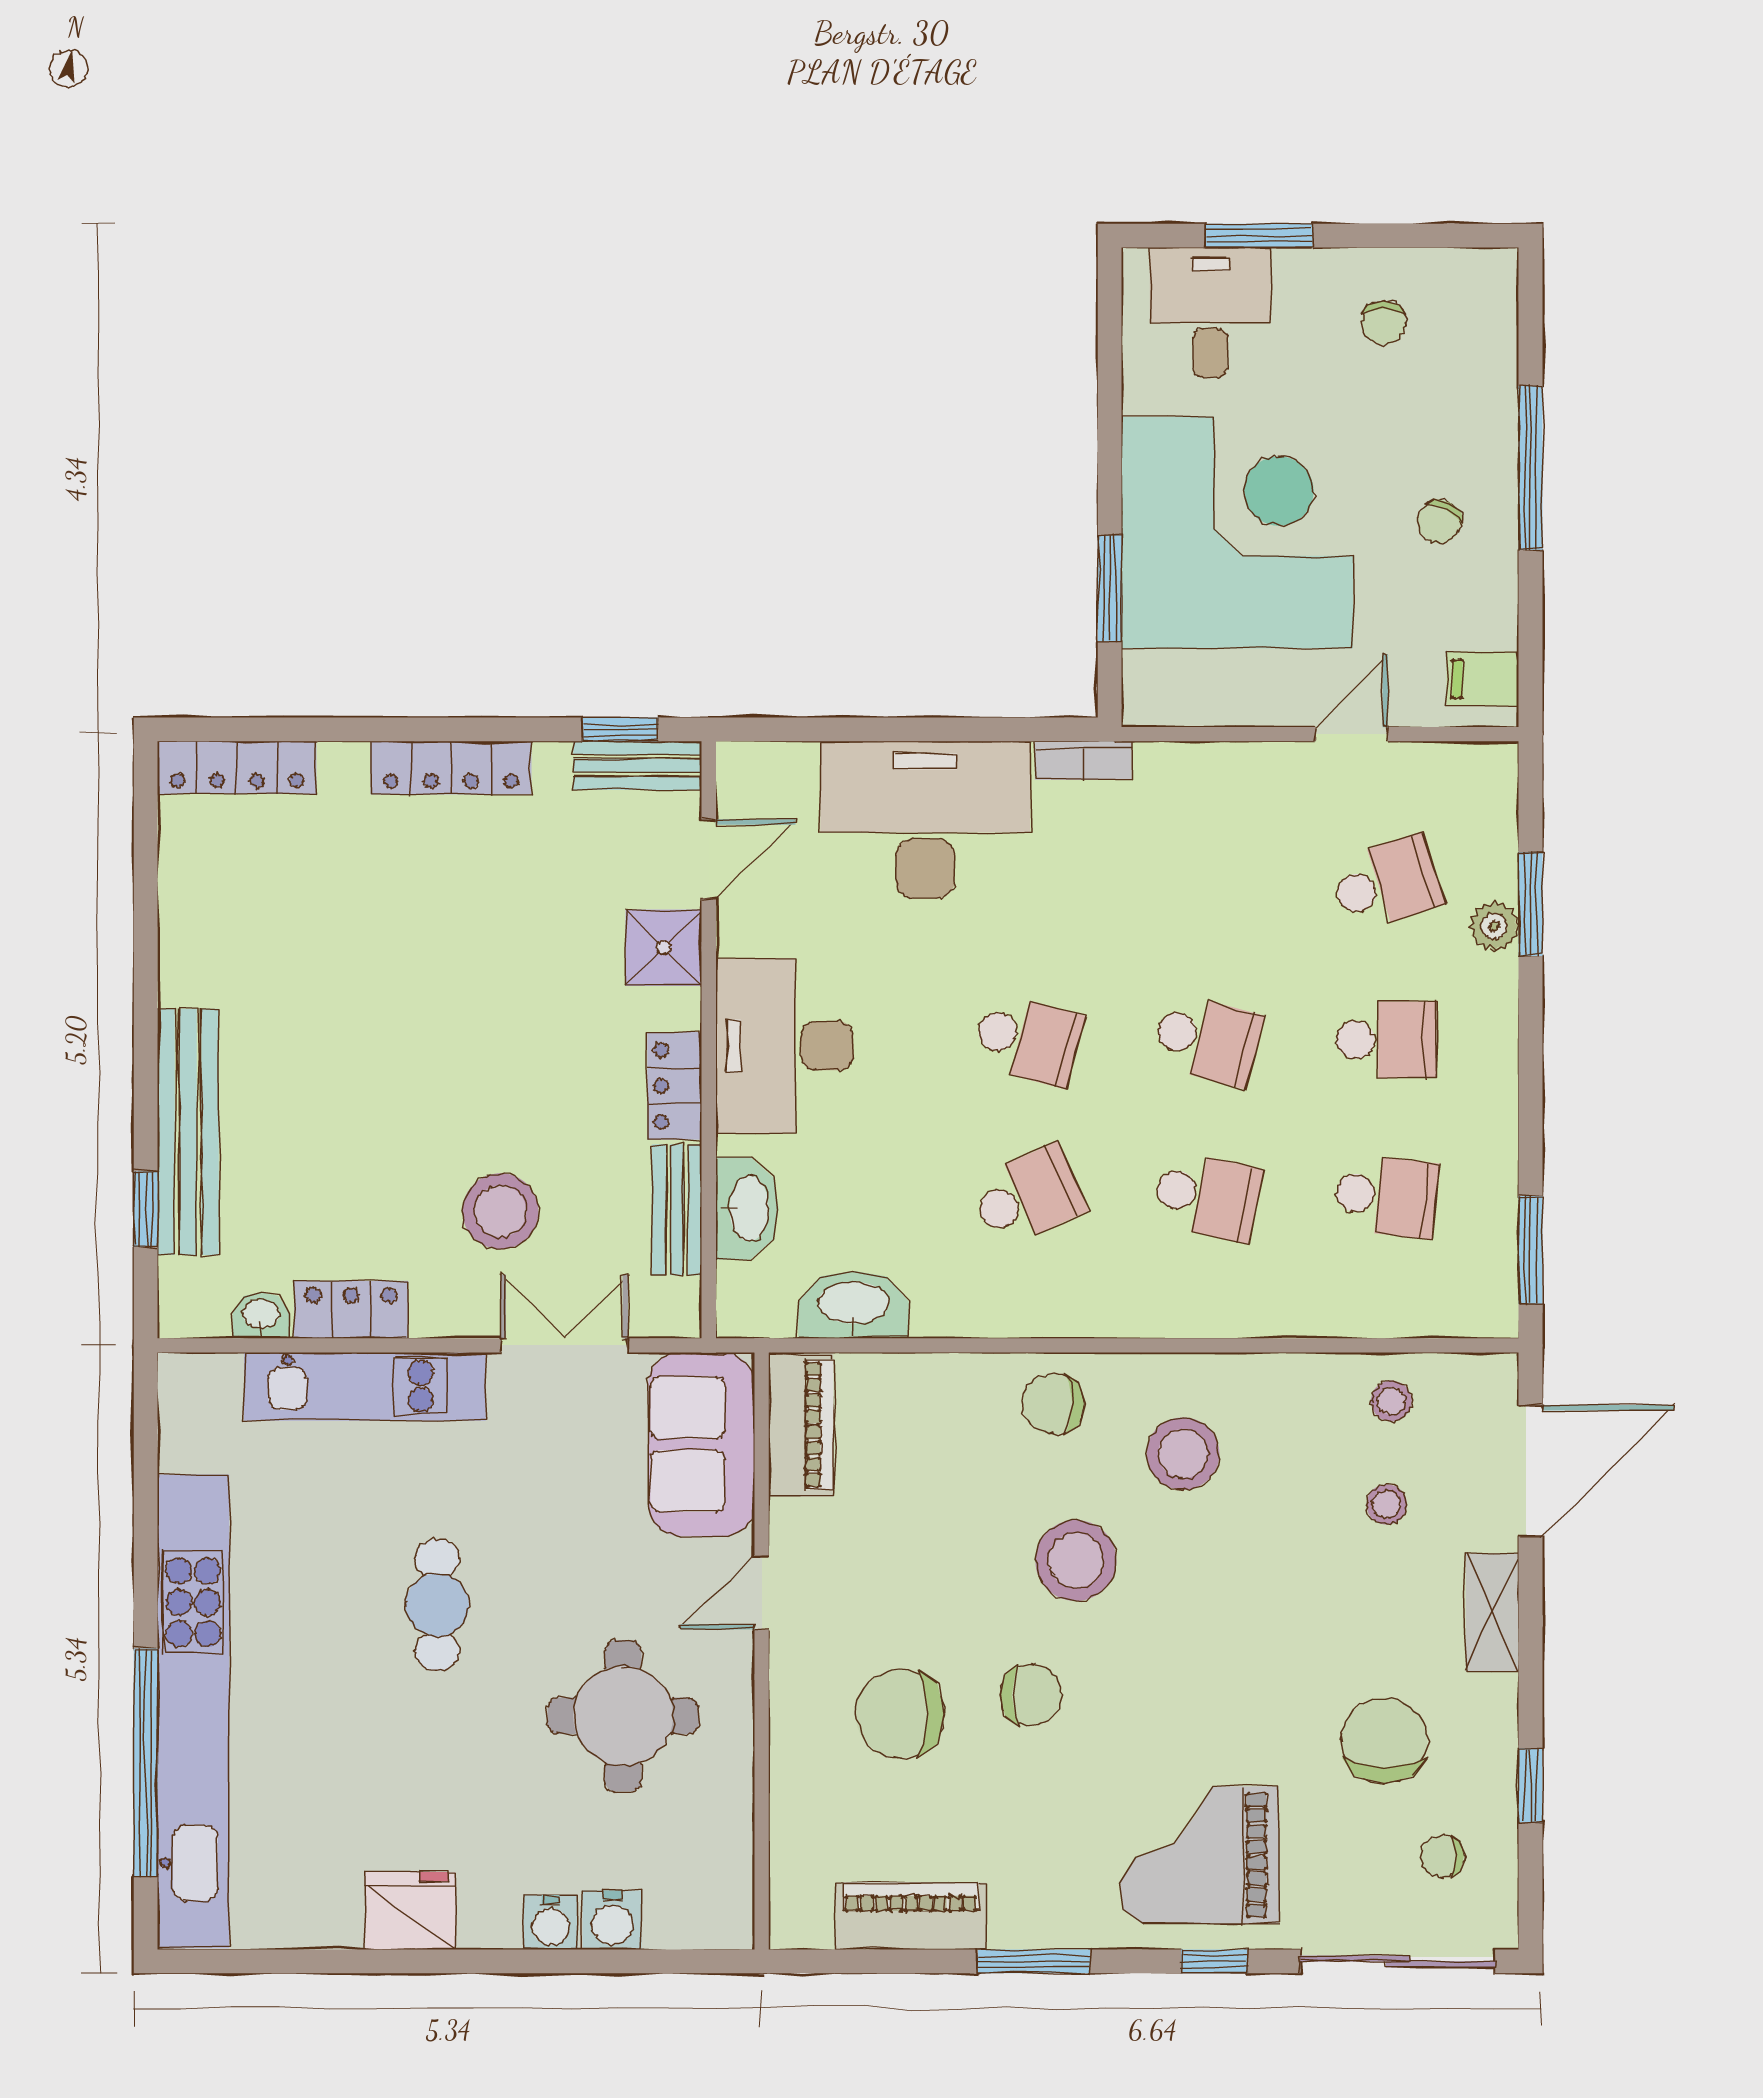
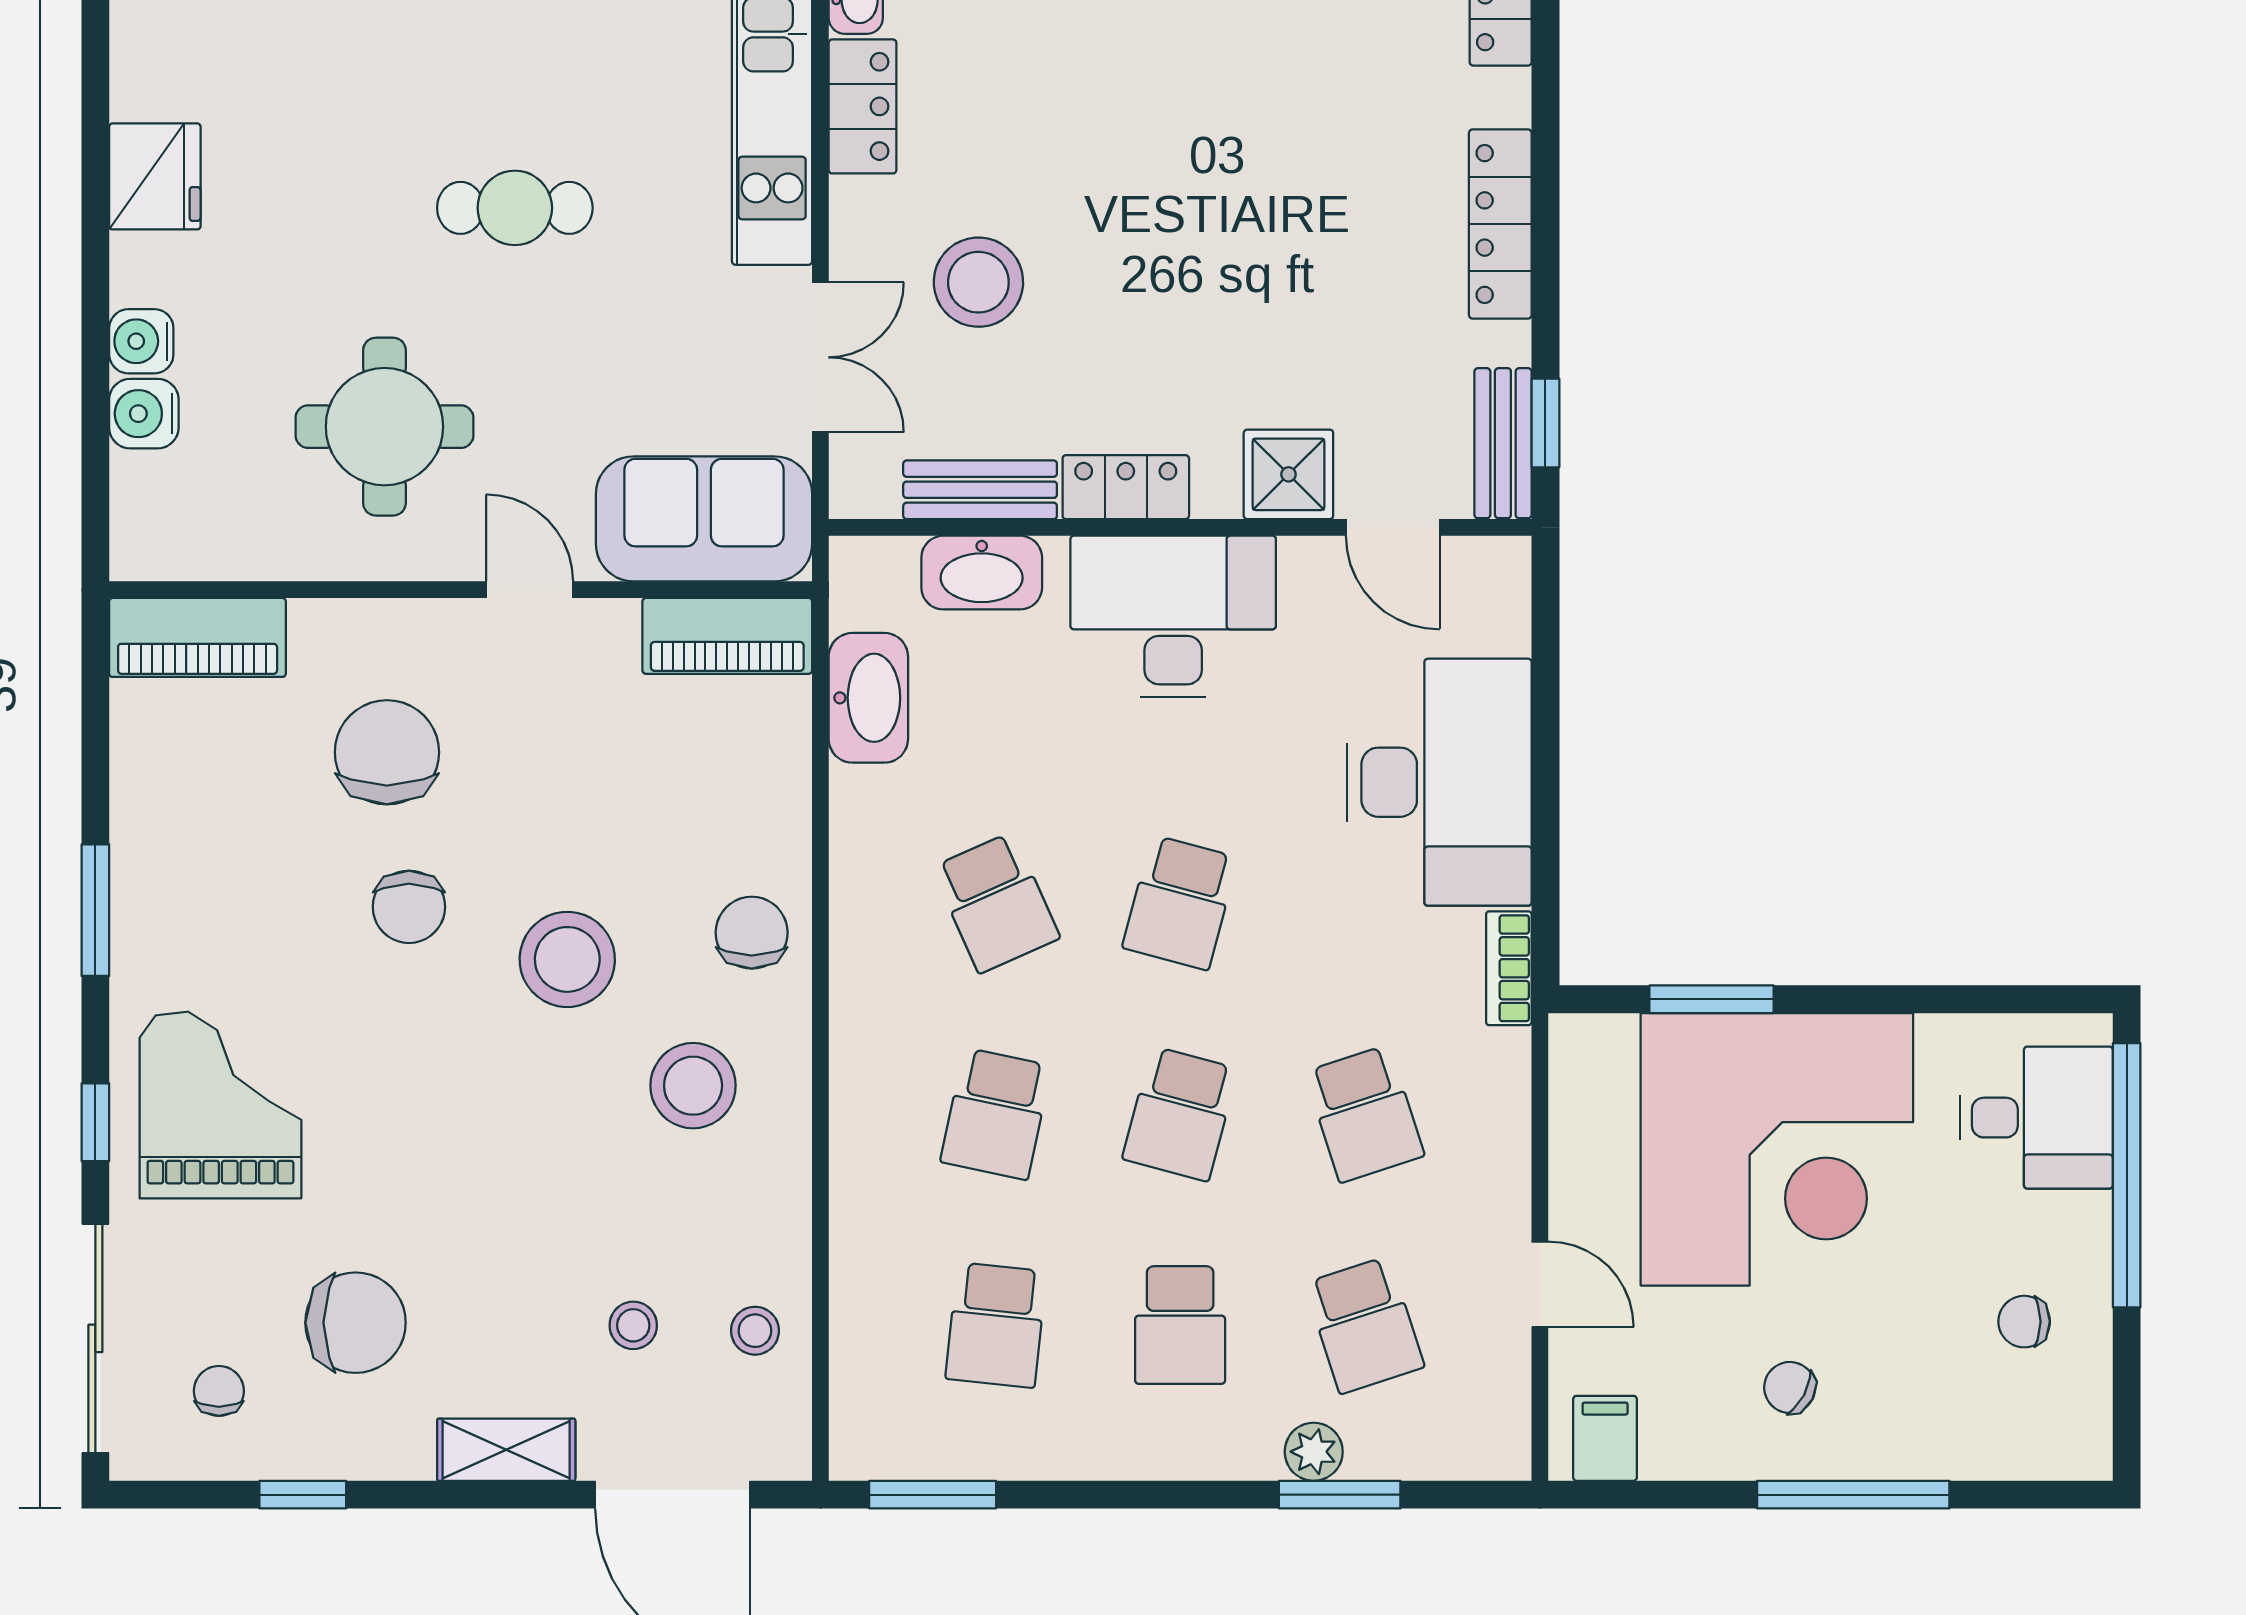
window: (1259, 236) -> (2127, 1175), width x2.11
school desk: (1207, 883) -> (1364, 1114), added
piano: (911, 1916) -> (198, 637), moved, turned 90

